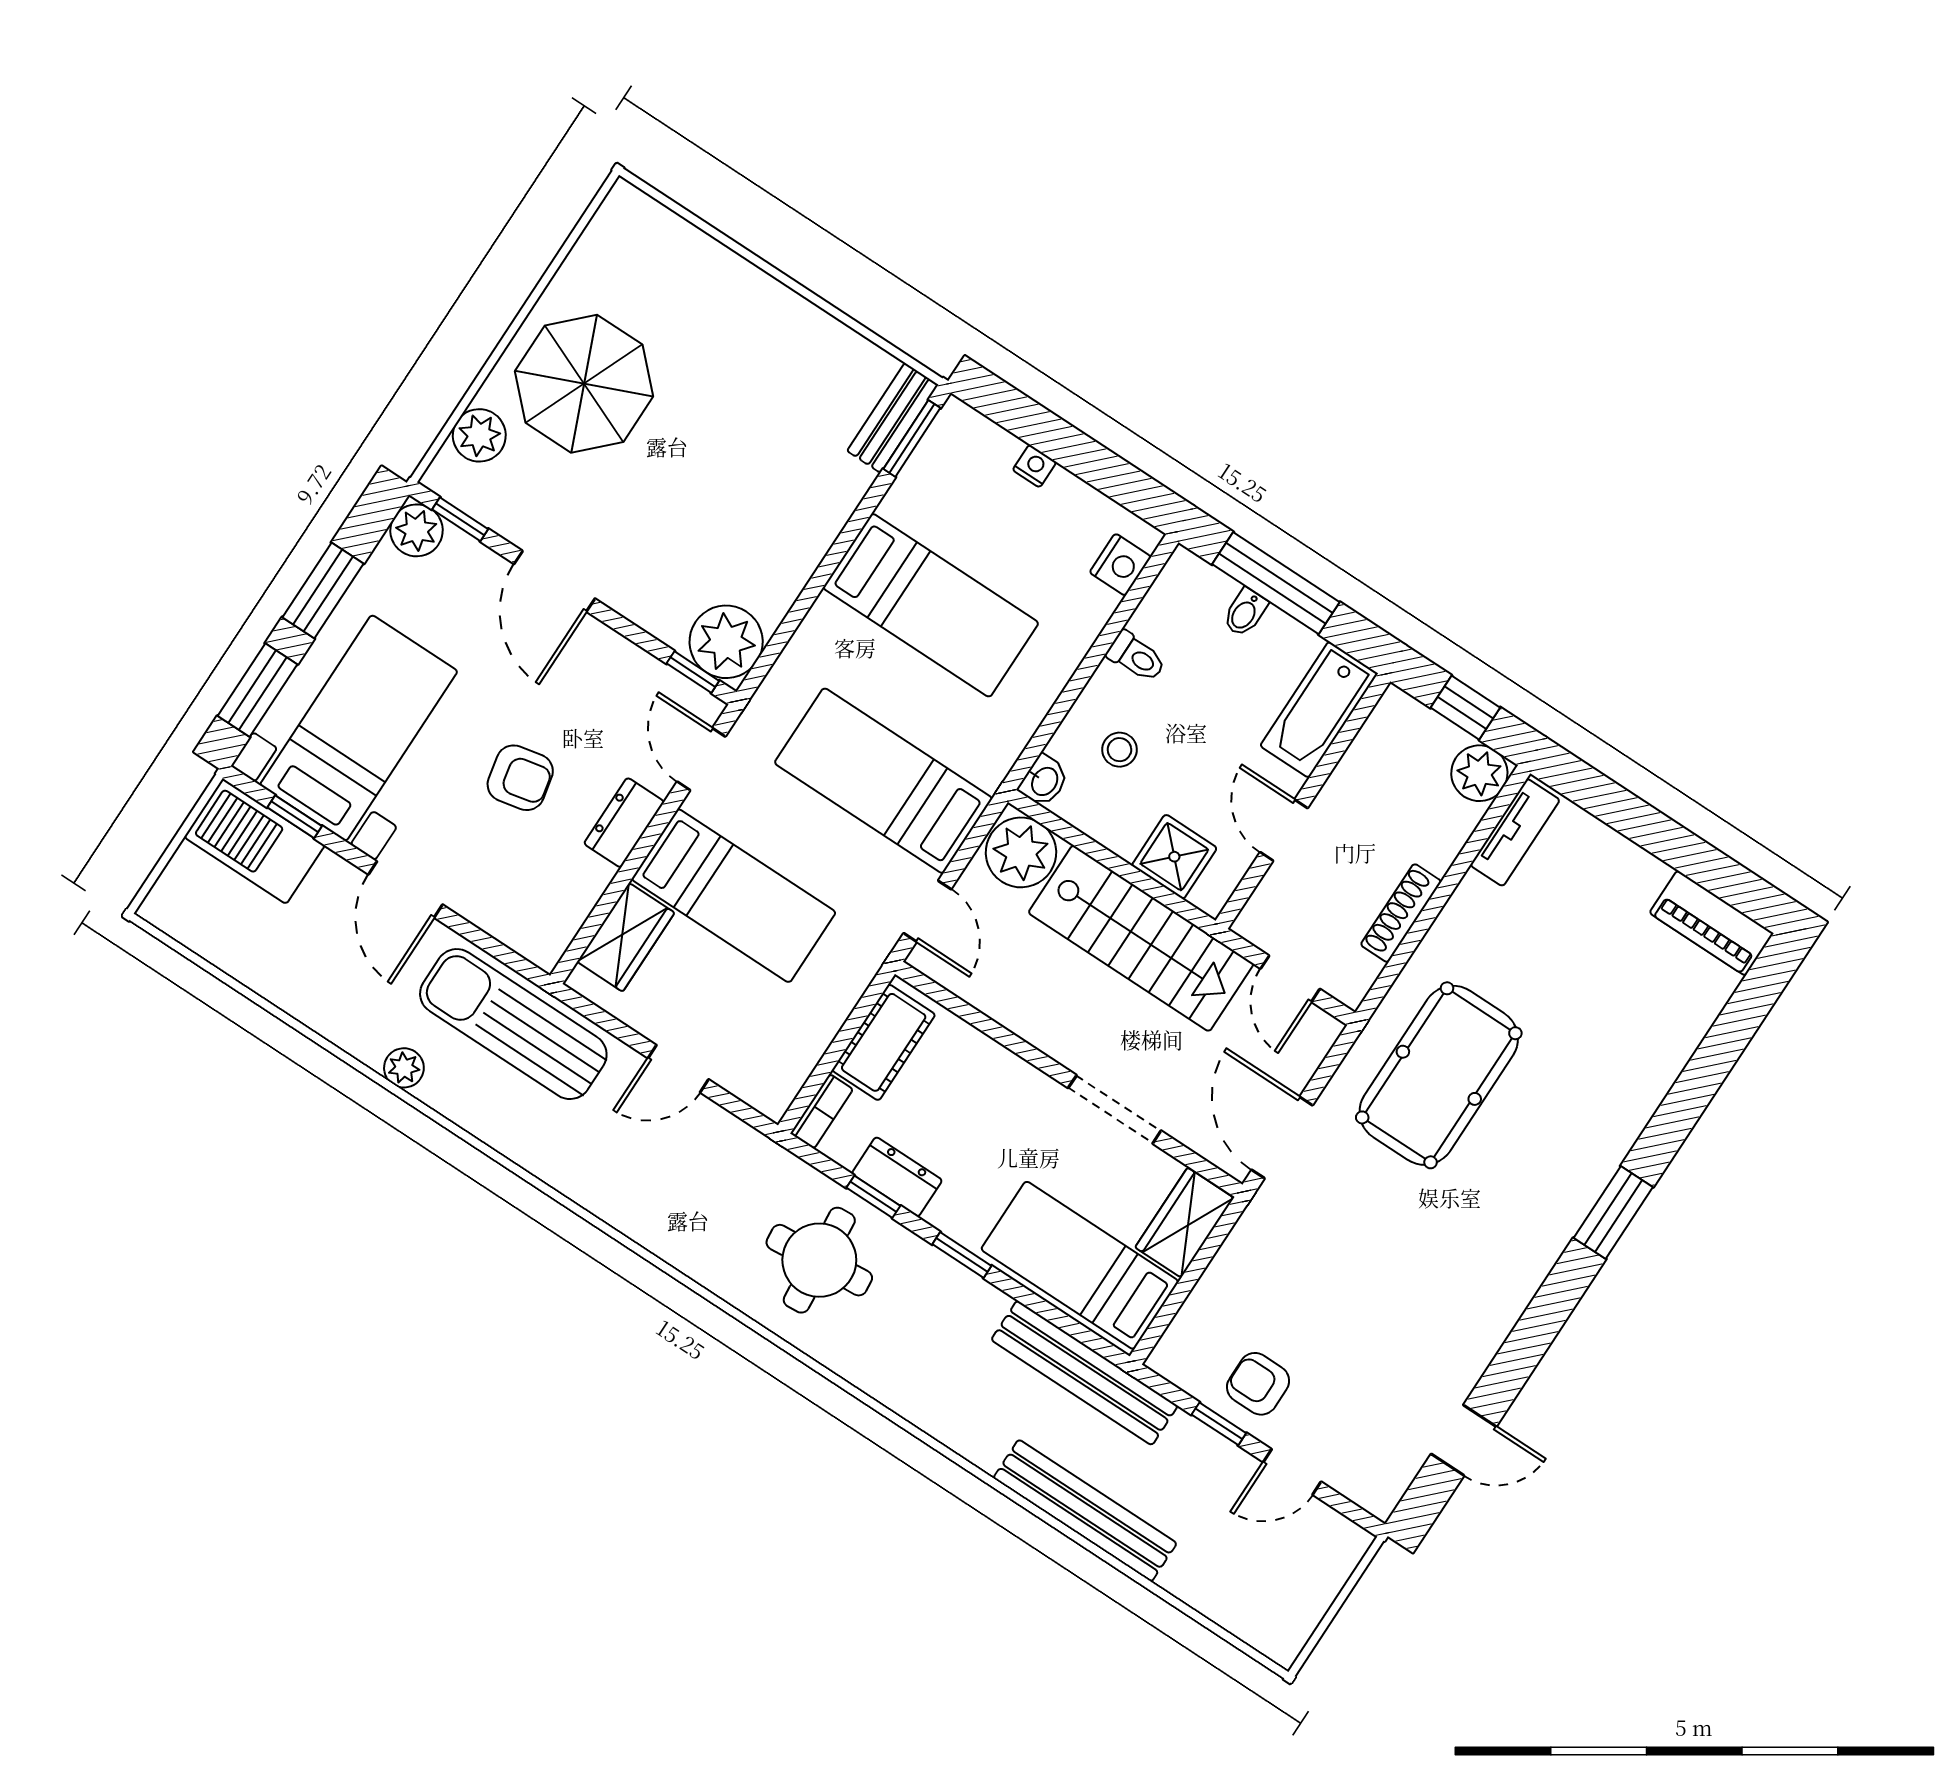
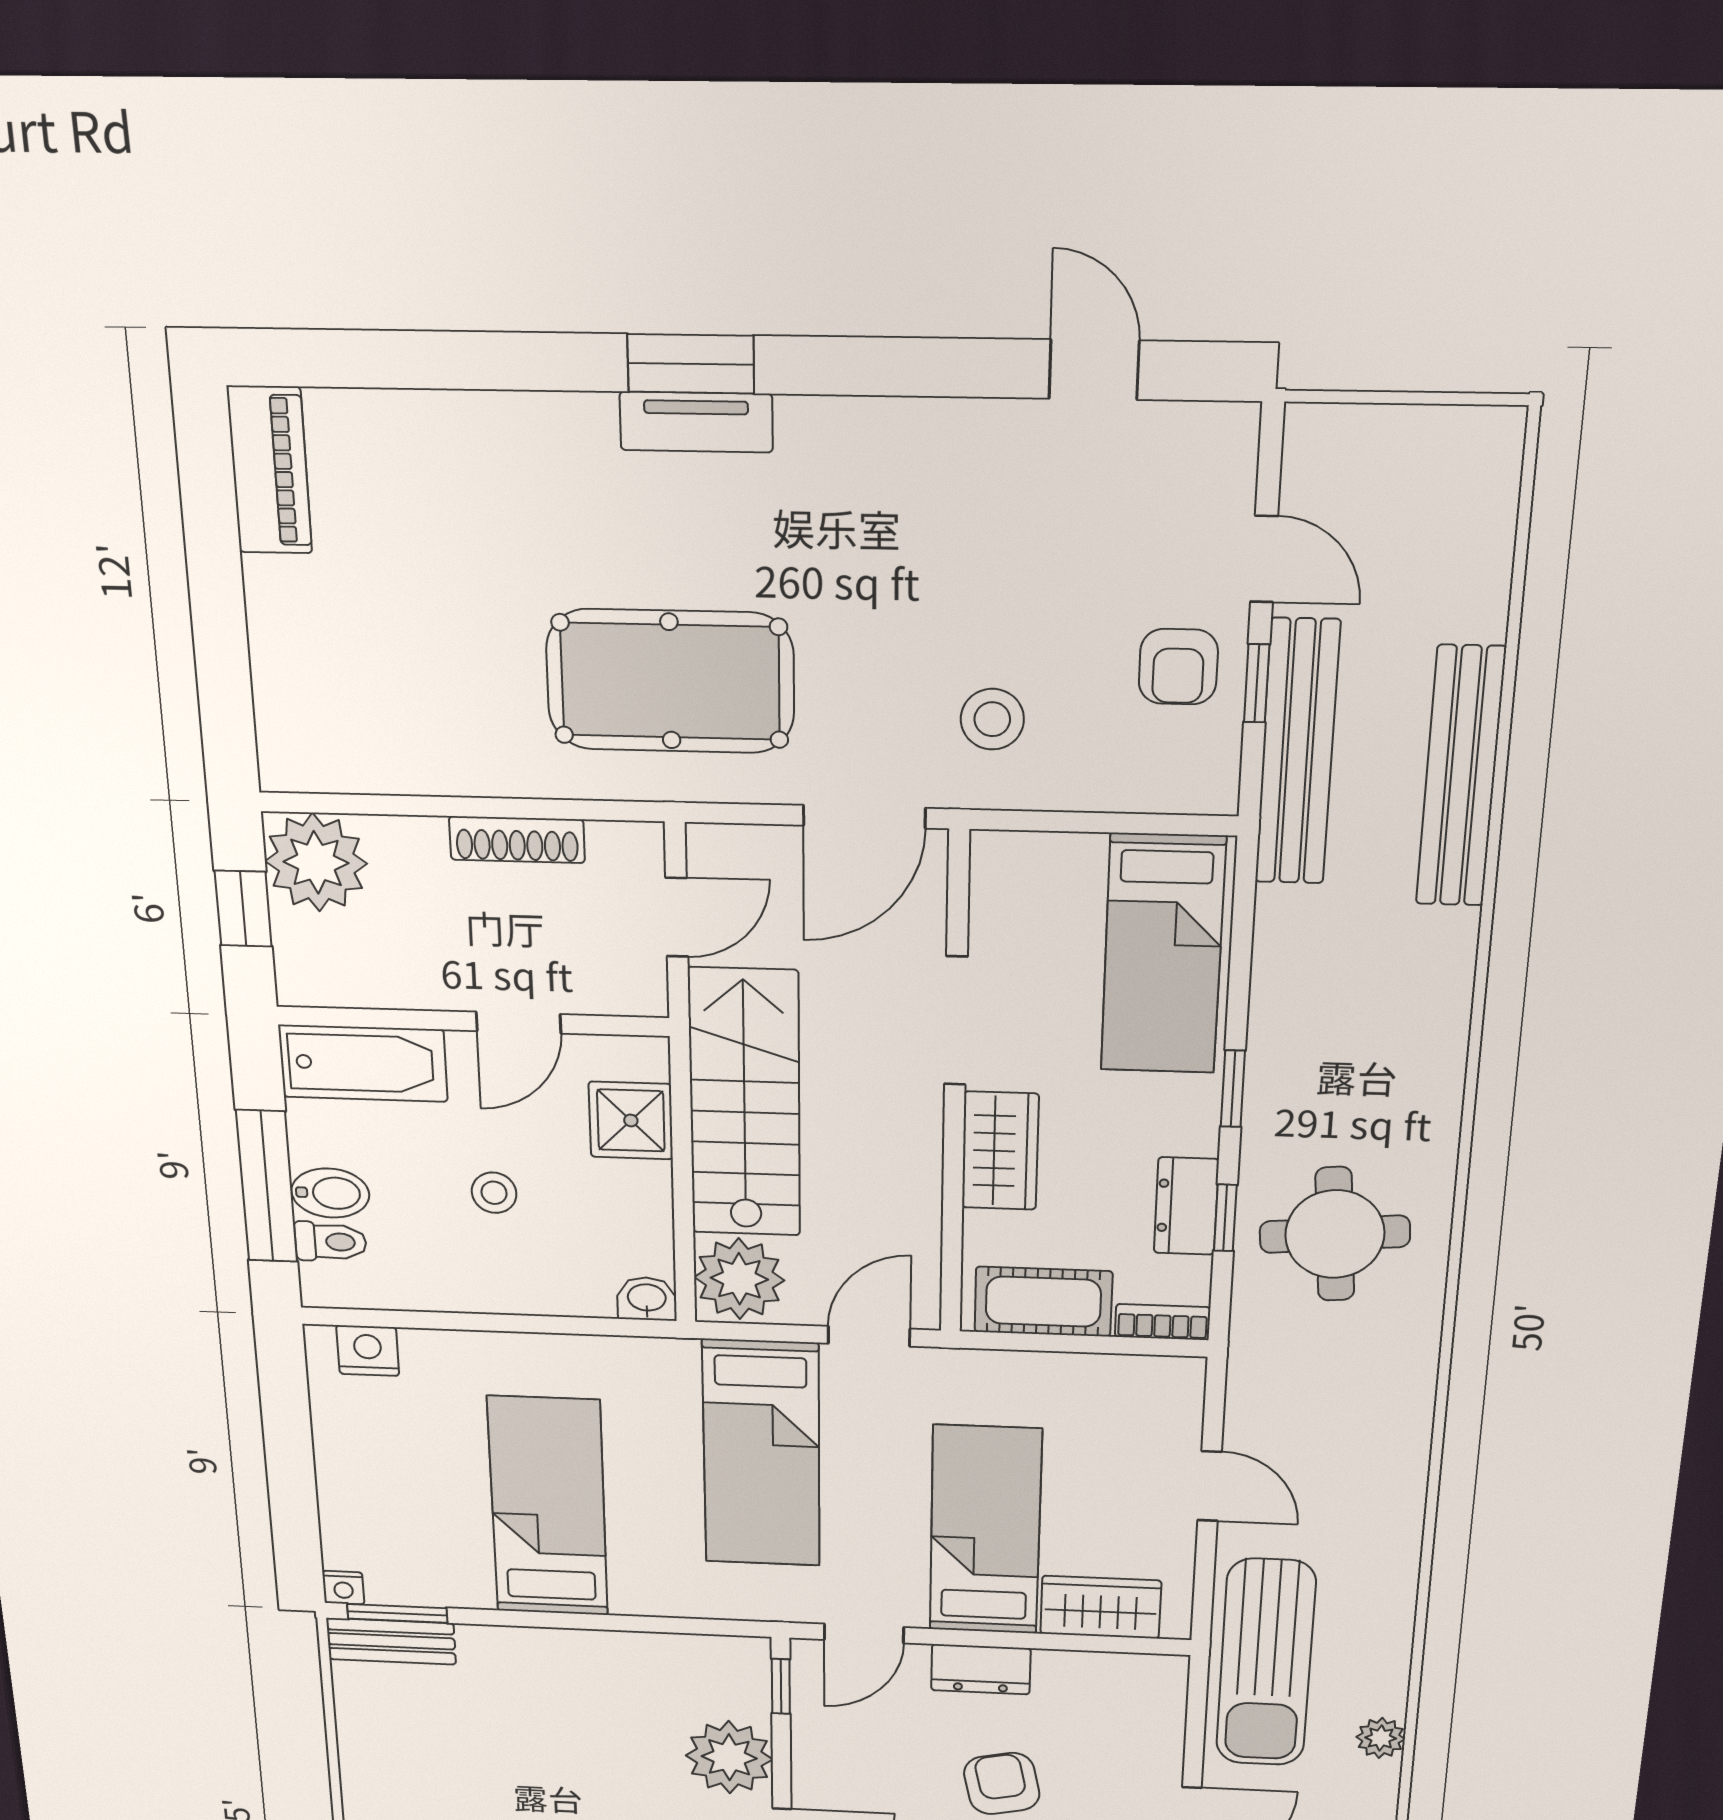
nightstand: (1034, 466) -> (343, 1588), moved, turned -90
bidet: (1245, 612) -> (330, 1193), width x1.38, depth x1.36
plant: (726, 642) -> (729, 1757), moved
toilet: (1136, 657) -> (331, 1242), moved, turned 90
stool: (1119, 750) -> (494, 1193), moved
plant: (1479, 773) -> (316, 862), width x1.36, depth x1.36
tv unit: (1515, 832) -> (696, 422), moved, turned 180
wardrobe: (1184, 1223) -> (1000, 1151), moved, turned -90
stool: (1295, 1254) -> (992, 719), added
bench: (1085, 1373) -> (1297, 753), moved

